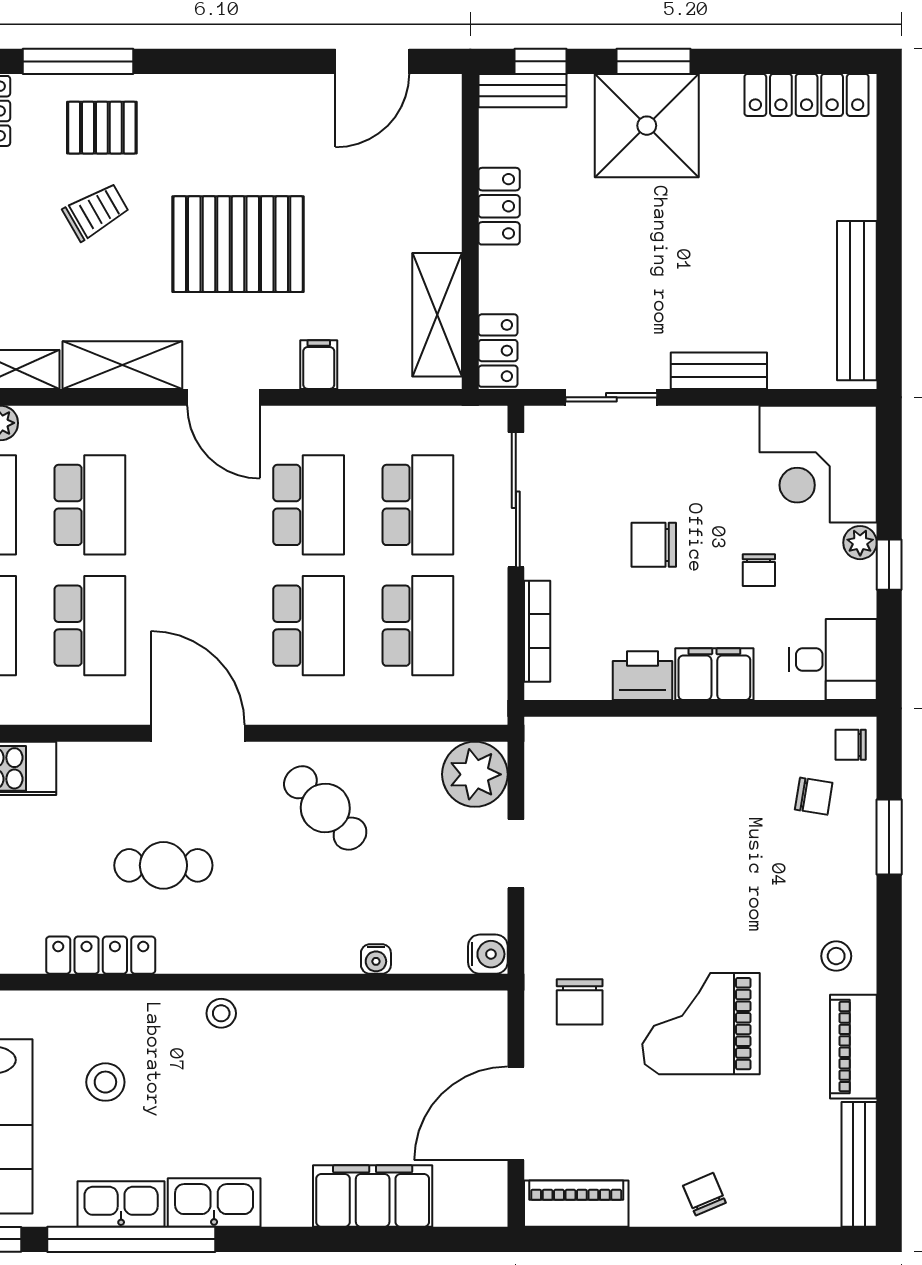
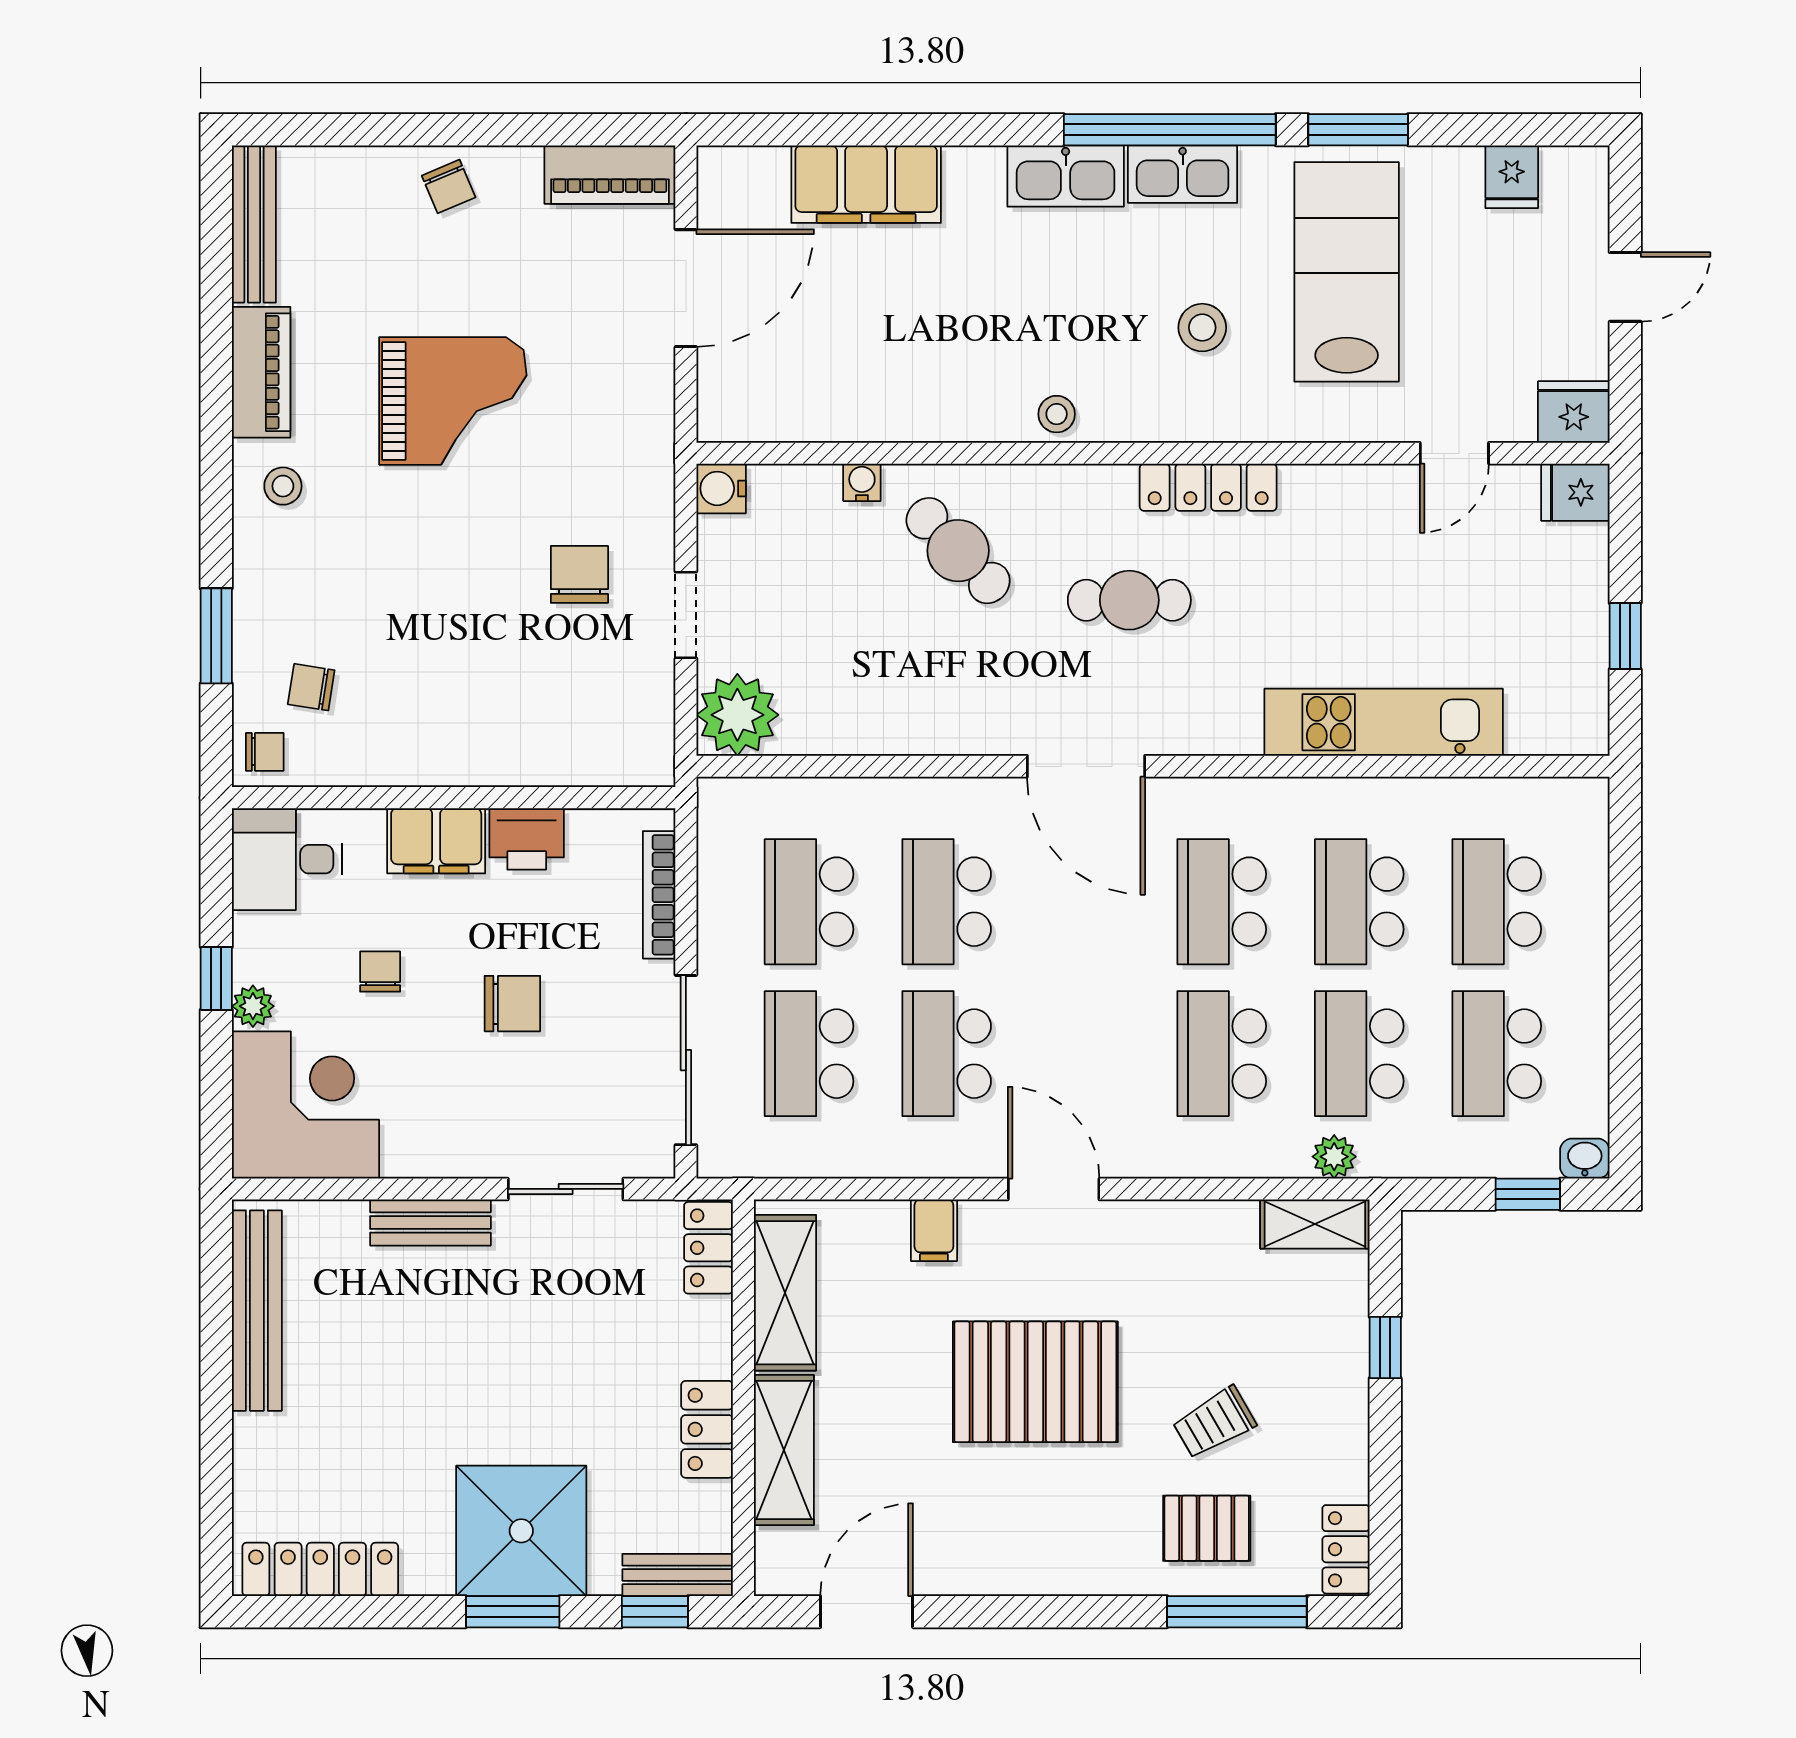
shelving: (122, 365) -> (784, 1450), moved, turned 90
cafe table: (325, 808) -> (958, 551), moved
chair: (580, 1002) -> (579, 574), moved

